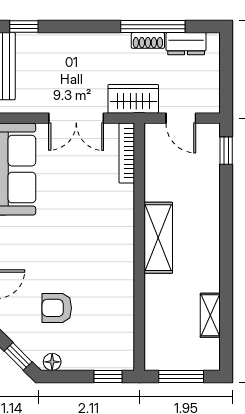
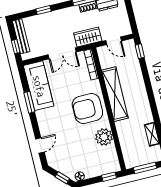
window: (24, 27) -> (43, 10), moved
shelving: (158, 238) -> (115, 94), width x1.47
plant: (117, 298) -> (104, 137), added
armchair: (57, 308) -> (87, 109), moved, width x1.88, depth x1.88

